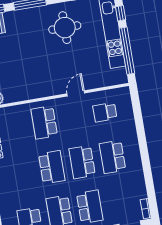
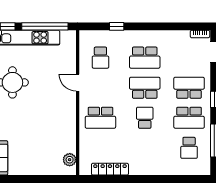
window: (139, 123) -> (117, 26), added
school desk: (82, 162) -> (145, 88), turned 180
school desk: (52, 167) -> (145, 118), width x0.54

